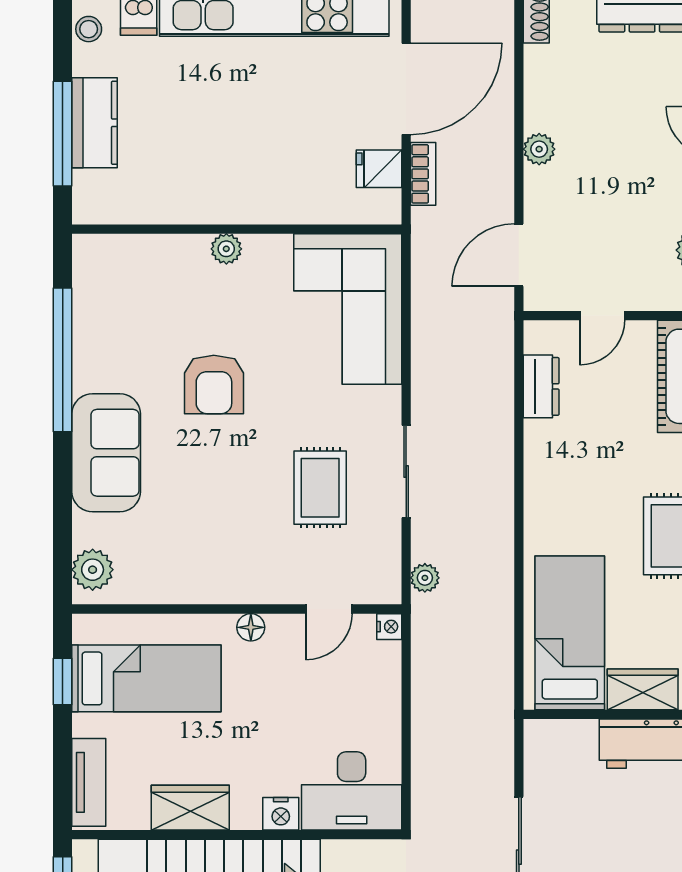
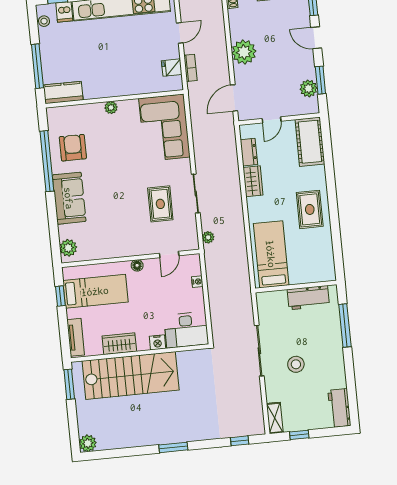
door: (406, 89) -> (180, 33), width x0.53
kitchen counter: (95, 123) -> (63, 92), moved, turned -90
plant: (539, 149) -> (244, 52), width x1.87, depth x1.87
armchair: (214, 384) -> (73, 148), moved, turned 180
nightstand: (389, 627) -> (197, 282), moved
wardrobe: (643, 689) -> (253, 181), moved, turned 90

